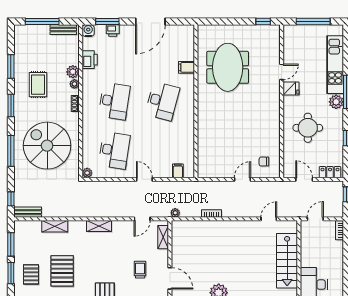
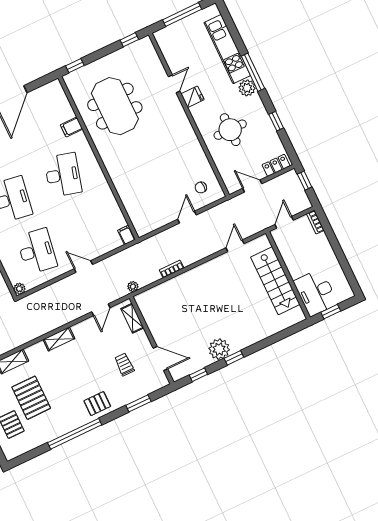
window: (212, 21) -> (75, 66), added
filing cabinet: (178, 171) -> (126, 235), moved
pallet: (62, 271) -> (31, 398), moved

